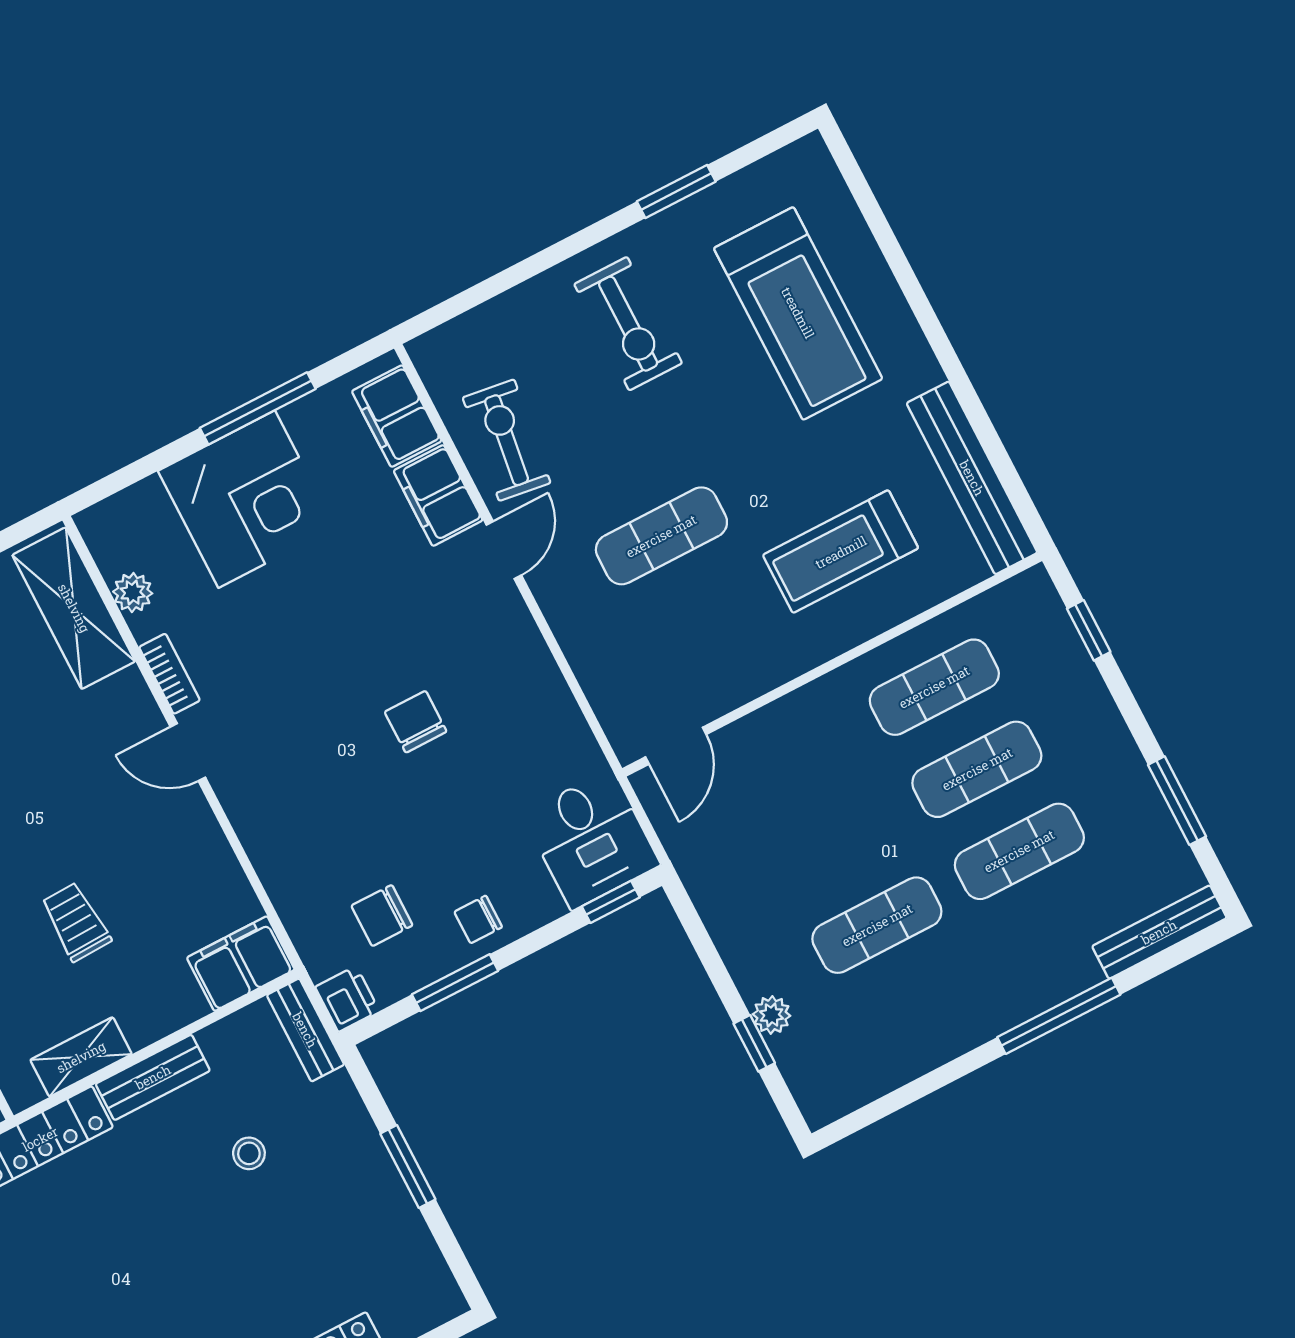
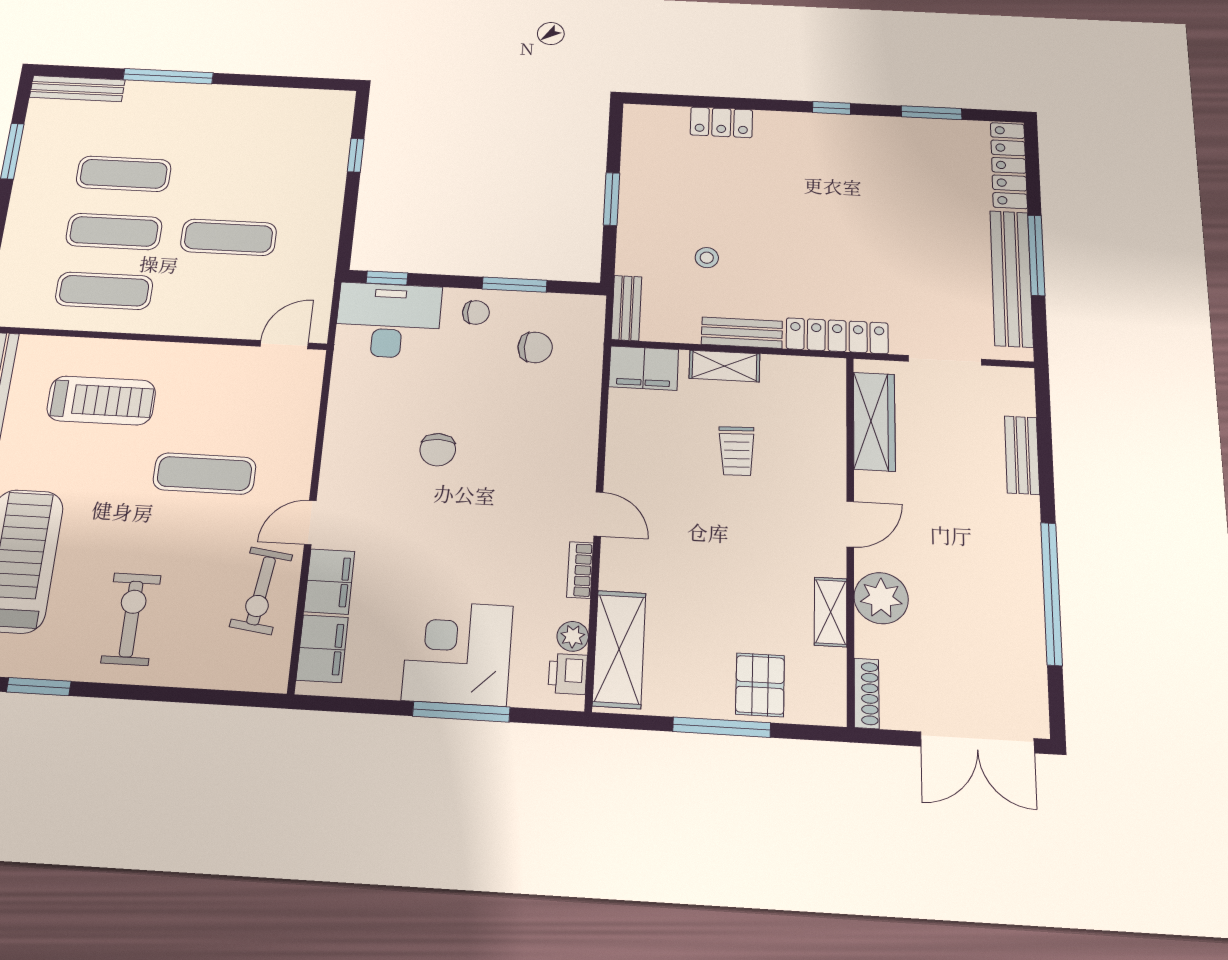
window: (258, 408) -> (461, 712), moved
desk: (591, 840) -> (388, 320), width x1.37
exercise mat: (877, 925) -> (229, 237), moved
printer: (347, 999) -> (568, 674), moved
plant: (772, 1015) -> (334, 165), removed
shelving: (81, 1057) -> (724, 366), moved

